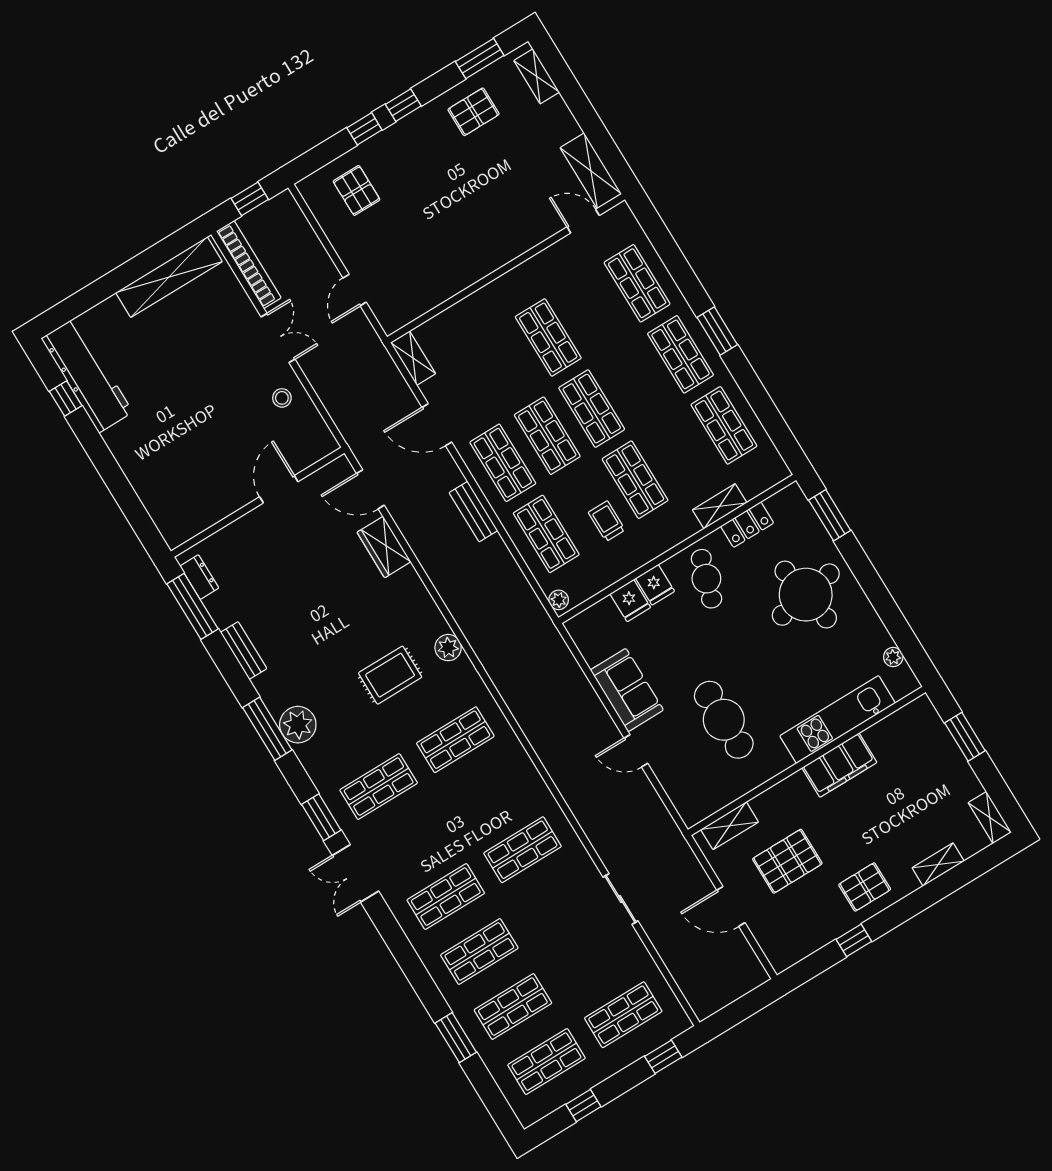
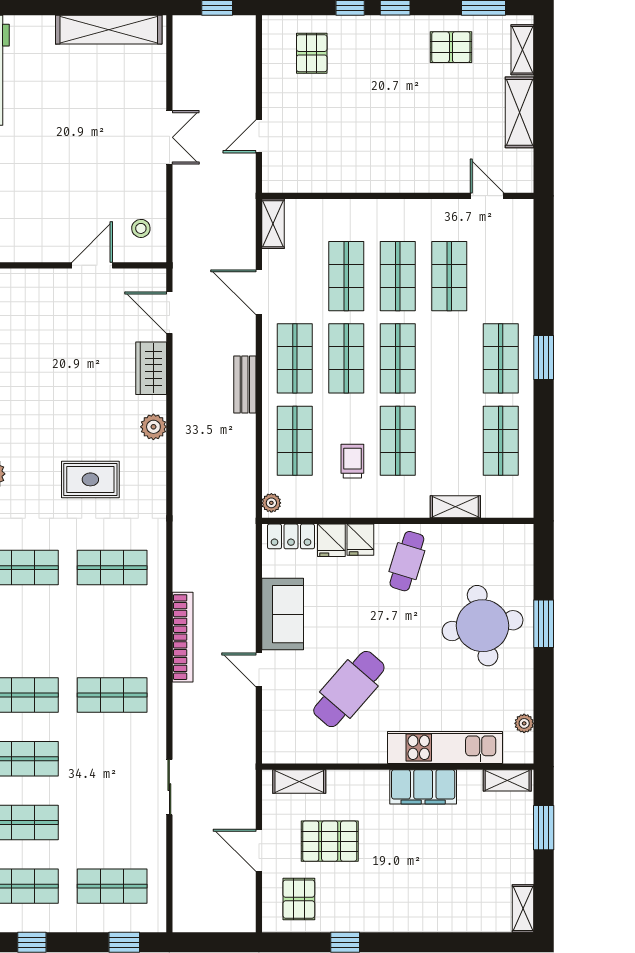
shelving: (591, 171) -> (520, 112), moved
bookcase: (249, 264) -> (183, 637), moved
shop shelf: (637, 283) -> (449, 276), moved
shop shelf: (504, 365) -> (346, 276), added
stool: (282, 398) -> (141, 228), moved
window: (830, 515) -> (544, 624), moved
locker: (747, 525) -> (291, 536), moved
plant: (448, 648) -> (153, 427), moved
cafe table: (724, 720) -> (349, 689), turned 41
shelving: (938, 864) -> (507, 780), moved
pallet: (865, 887) -> (299, 899), moved, turned 90

